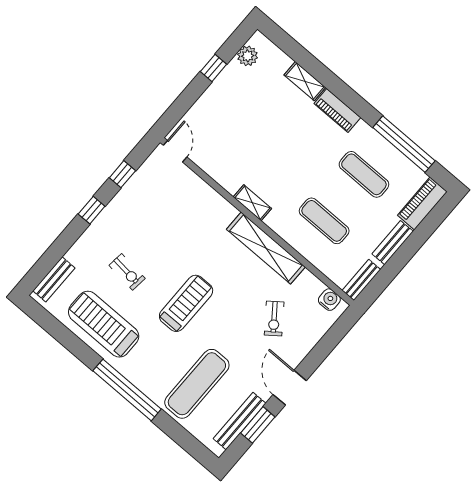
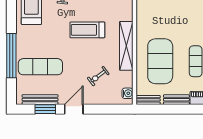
shelving: (252, 203) -> (141, 23), removed
exercise mat: (324, 221) -> (160, 61), width x2.00, depth x1.45
treadmill: (186, 303) -> (87, 30), moved, turned 180
window: (127, 390) -> (11, 56), moved

